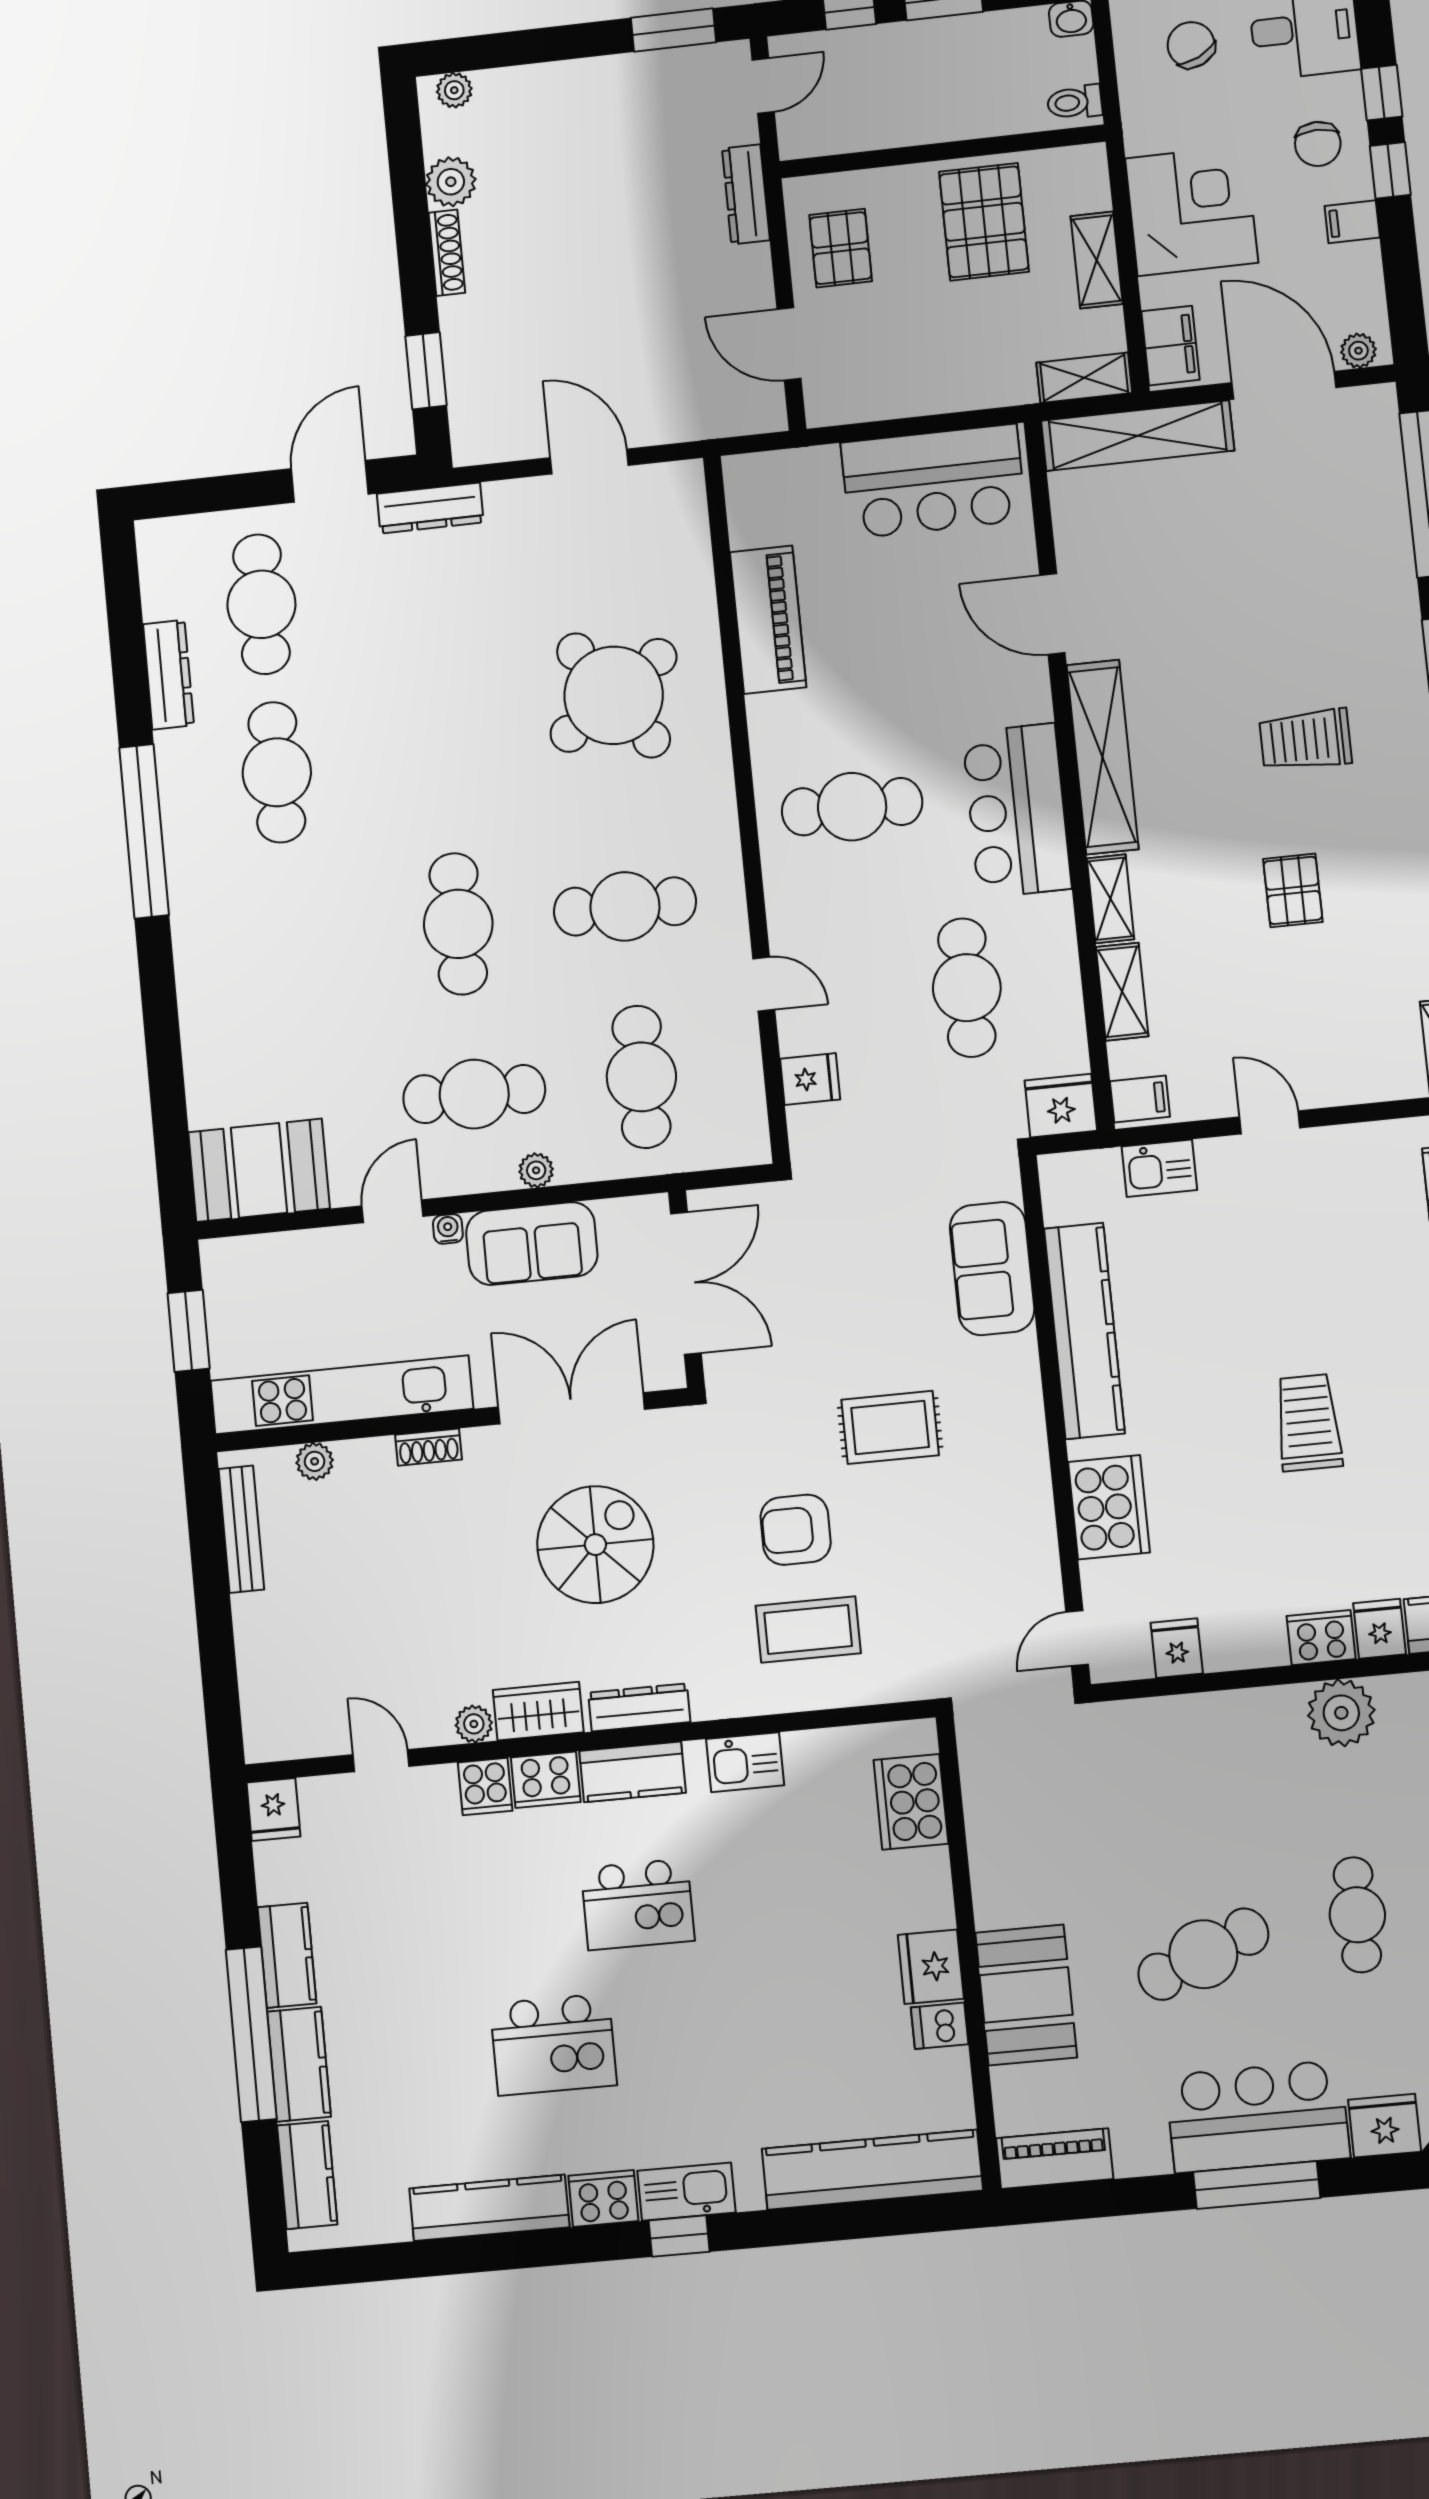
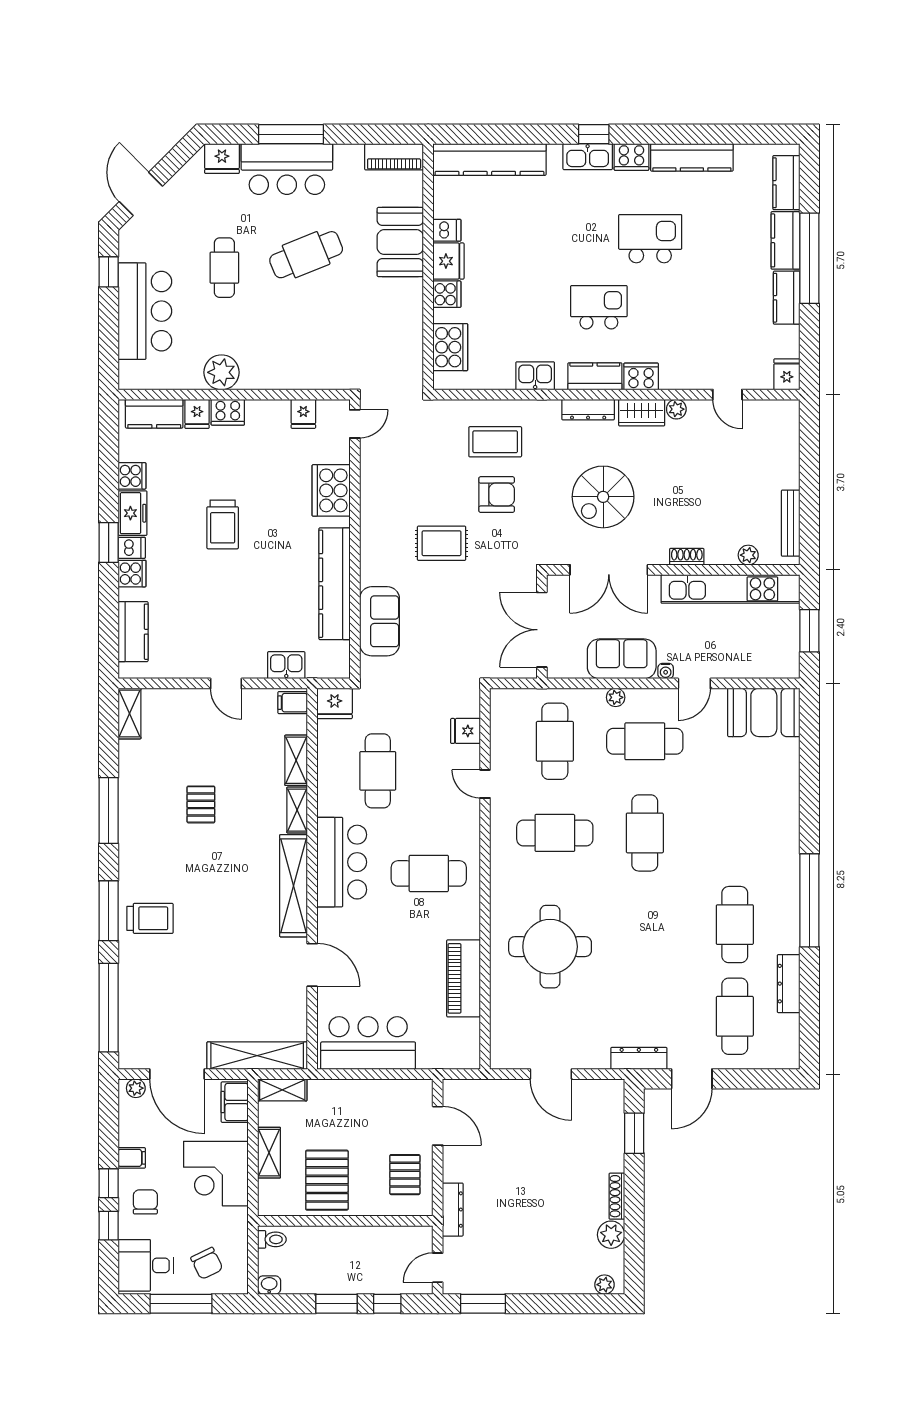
round table: (614, 695) -> (550, 947), turned 35
trolley: (1306, 740) -> (150, 918), moved
cooker: (485, 1787) -> (447, 294), moved, turned 90

